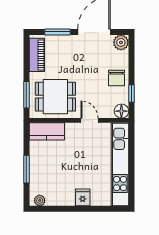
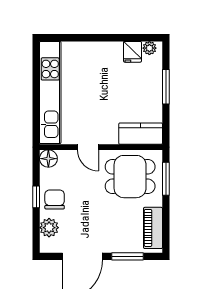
plant: (121, 42) -> (49, 228), moved
window: (131, 94) -> (36, 197), moved
fridge: (83, 197) -> (132, 52), moved

